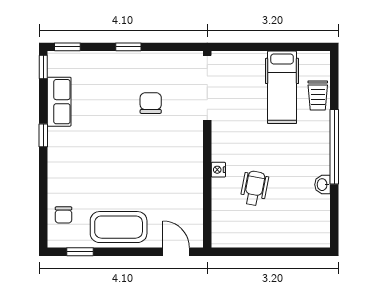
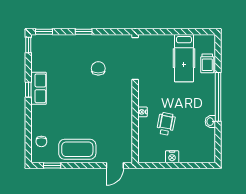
row of seats: (59, 102) -> (39, 88), moved
nightstand: (264, 238) -> (172, 157), added
door: (176, 252) -> (115, 165), swing flipped

